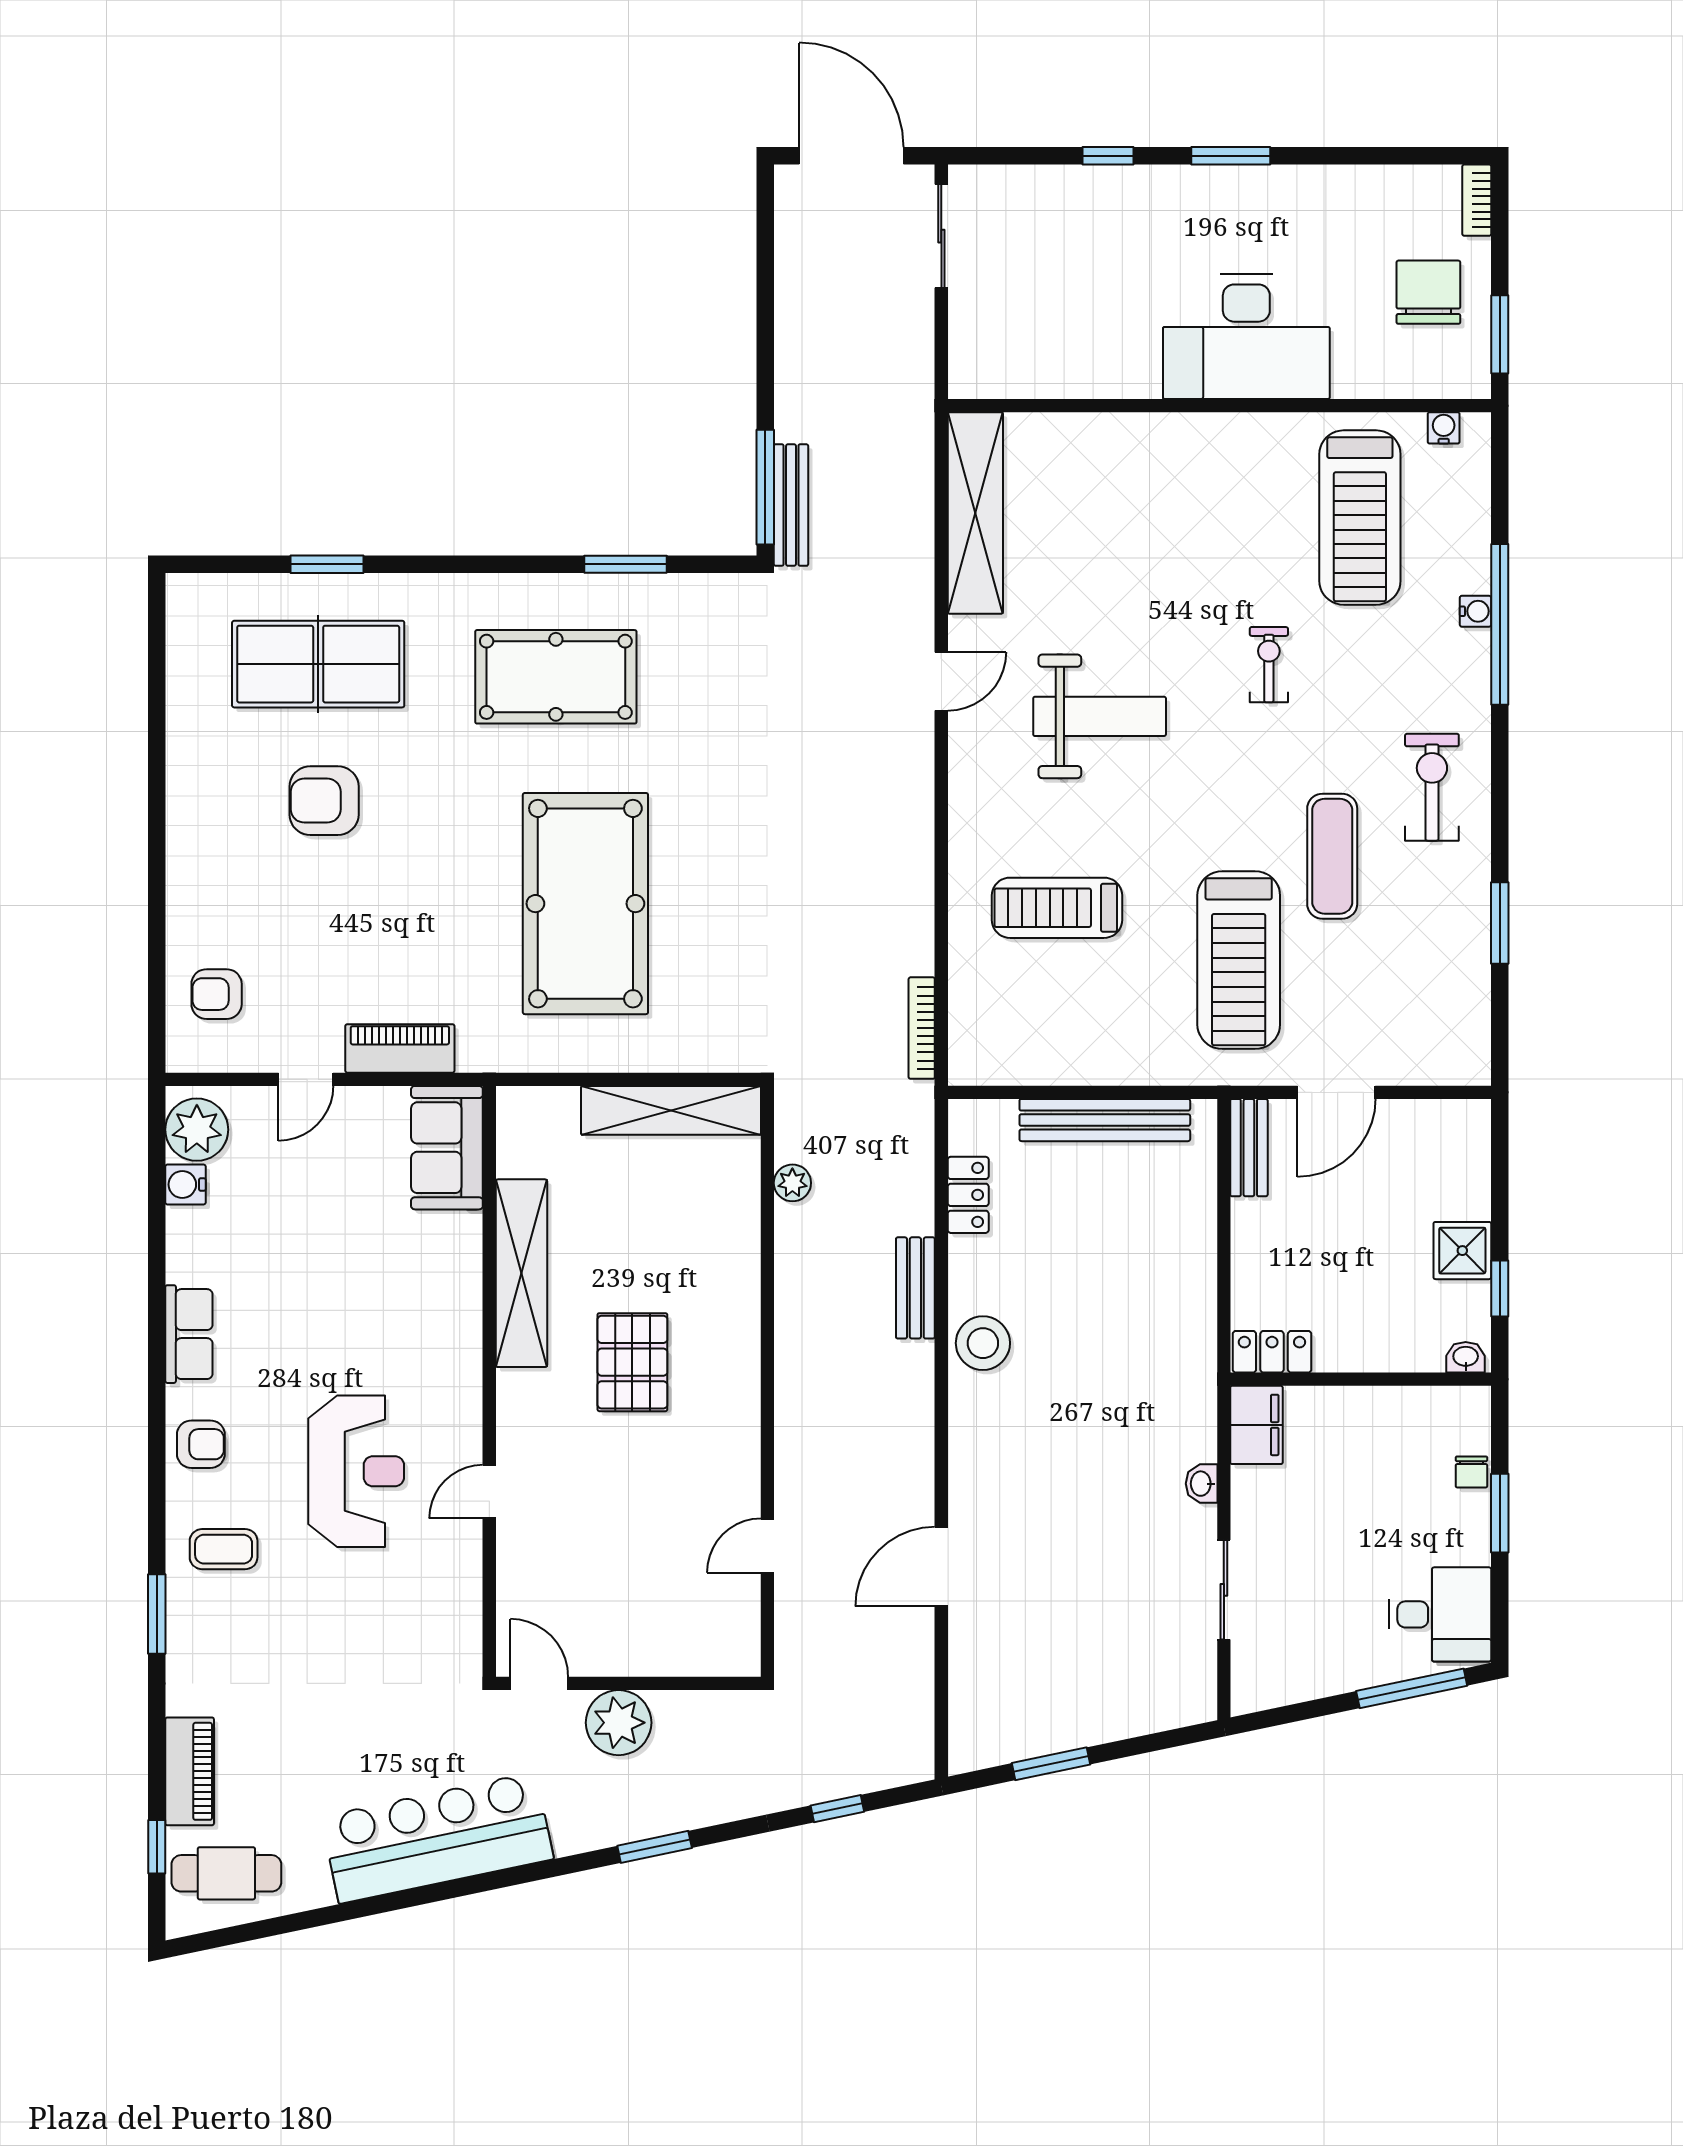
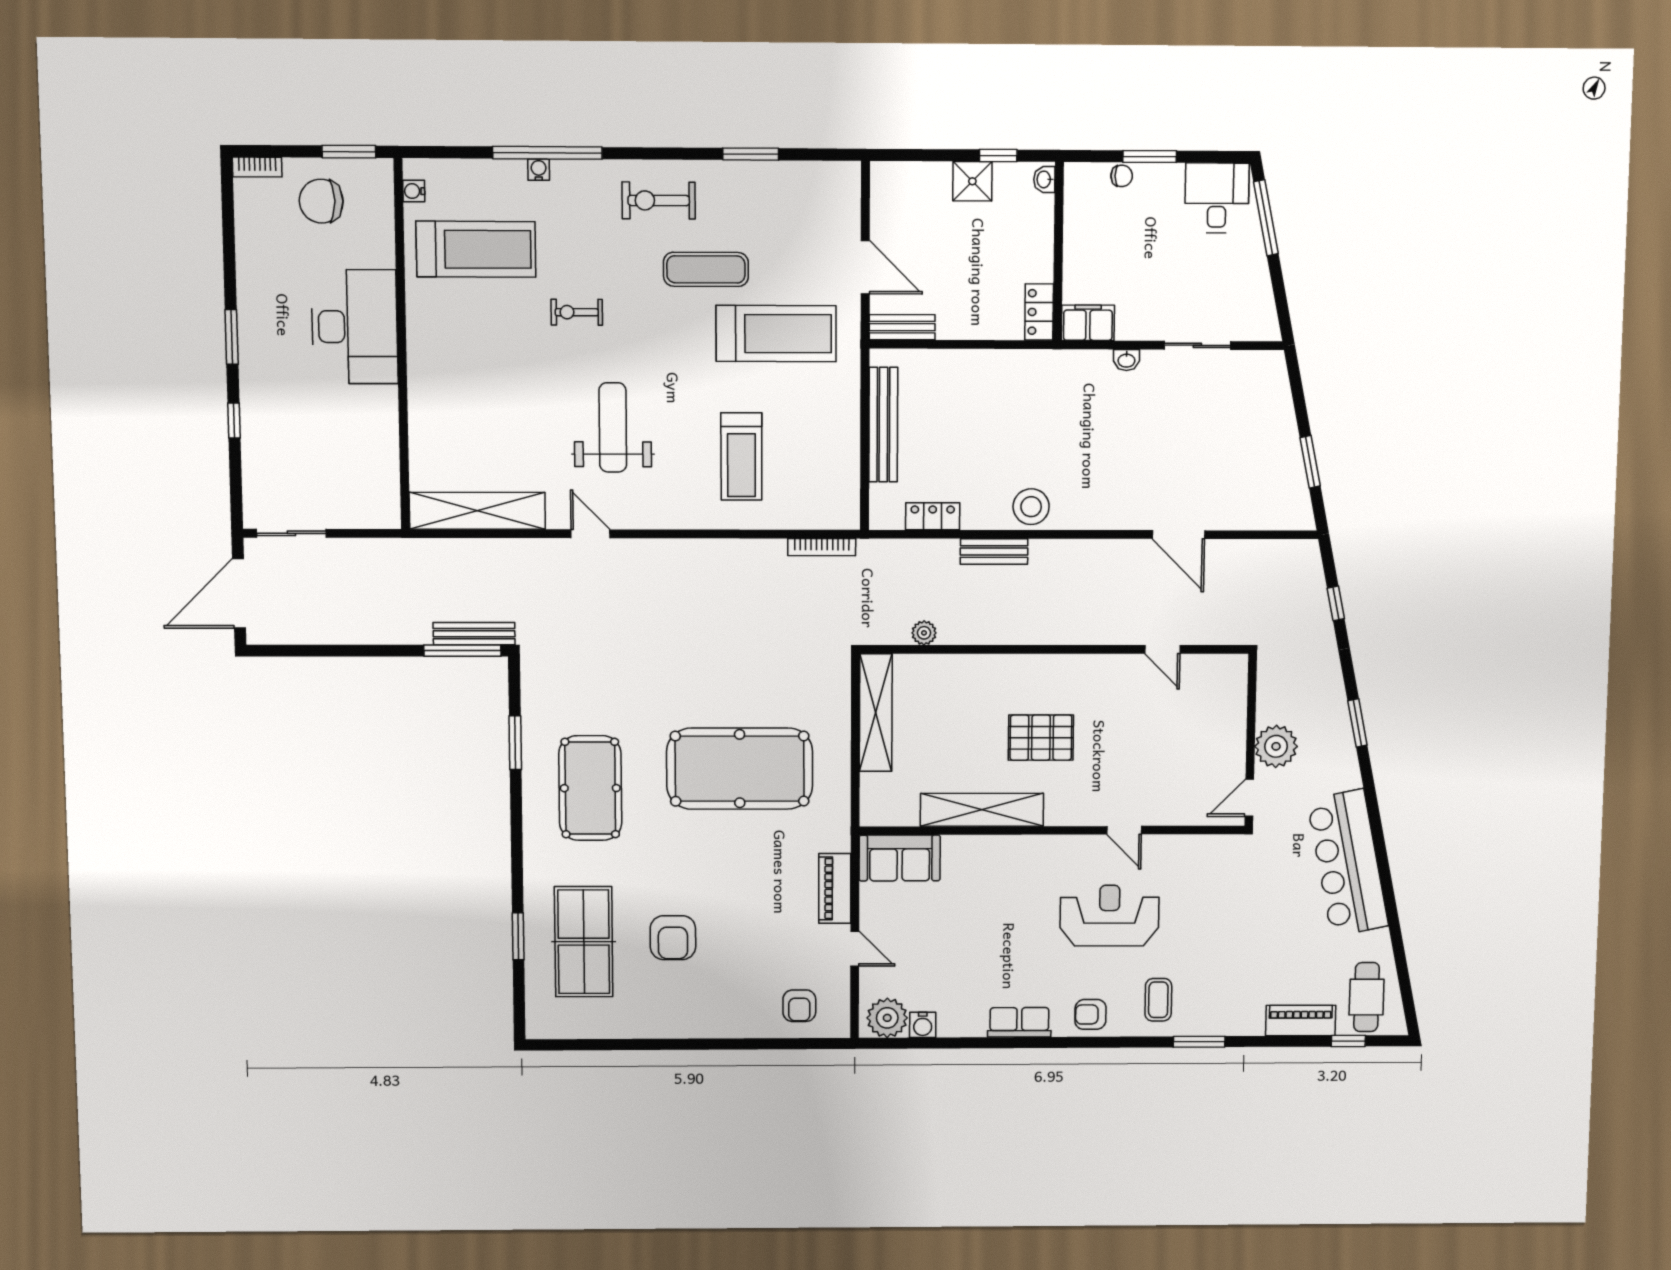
armchair: (201, 1444) -> (1090, 1014), turned -90

